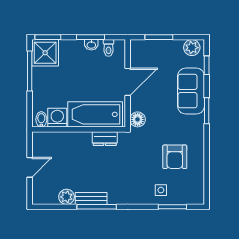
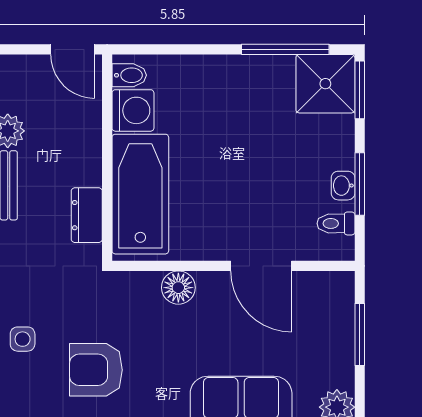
bathtub: (95, 114) -> (140, 194), moved
washing machine: (57, 118) -> (133, 110), moved
bidet: (41, 119) -> (129, 75), moved
wall: (79, 129) -> (107, 158), moved
dresser: (105, 139) -> (87, 215), moved

